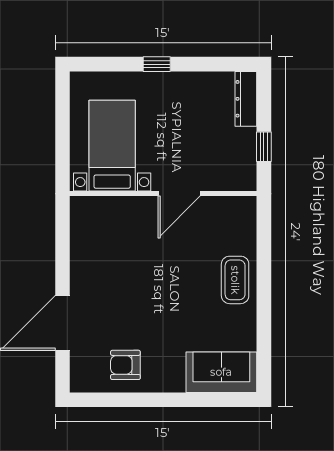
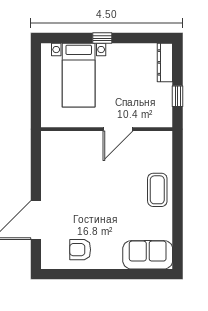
bed with nightstands: (112, 146) -> (79, 75), moved, turned 180

